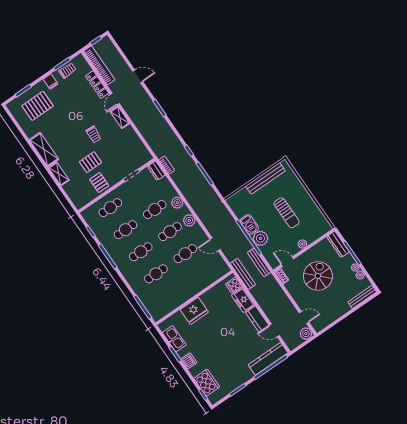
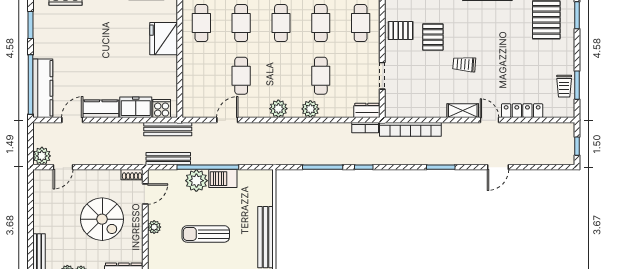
bookcase: (99, 65) -> (410, 129), moved
filing cabinet: (51, 81) -> (565, 56), removed
cafe table: (170, 232) -> (201, 23), moved

